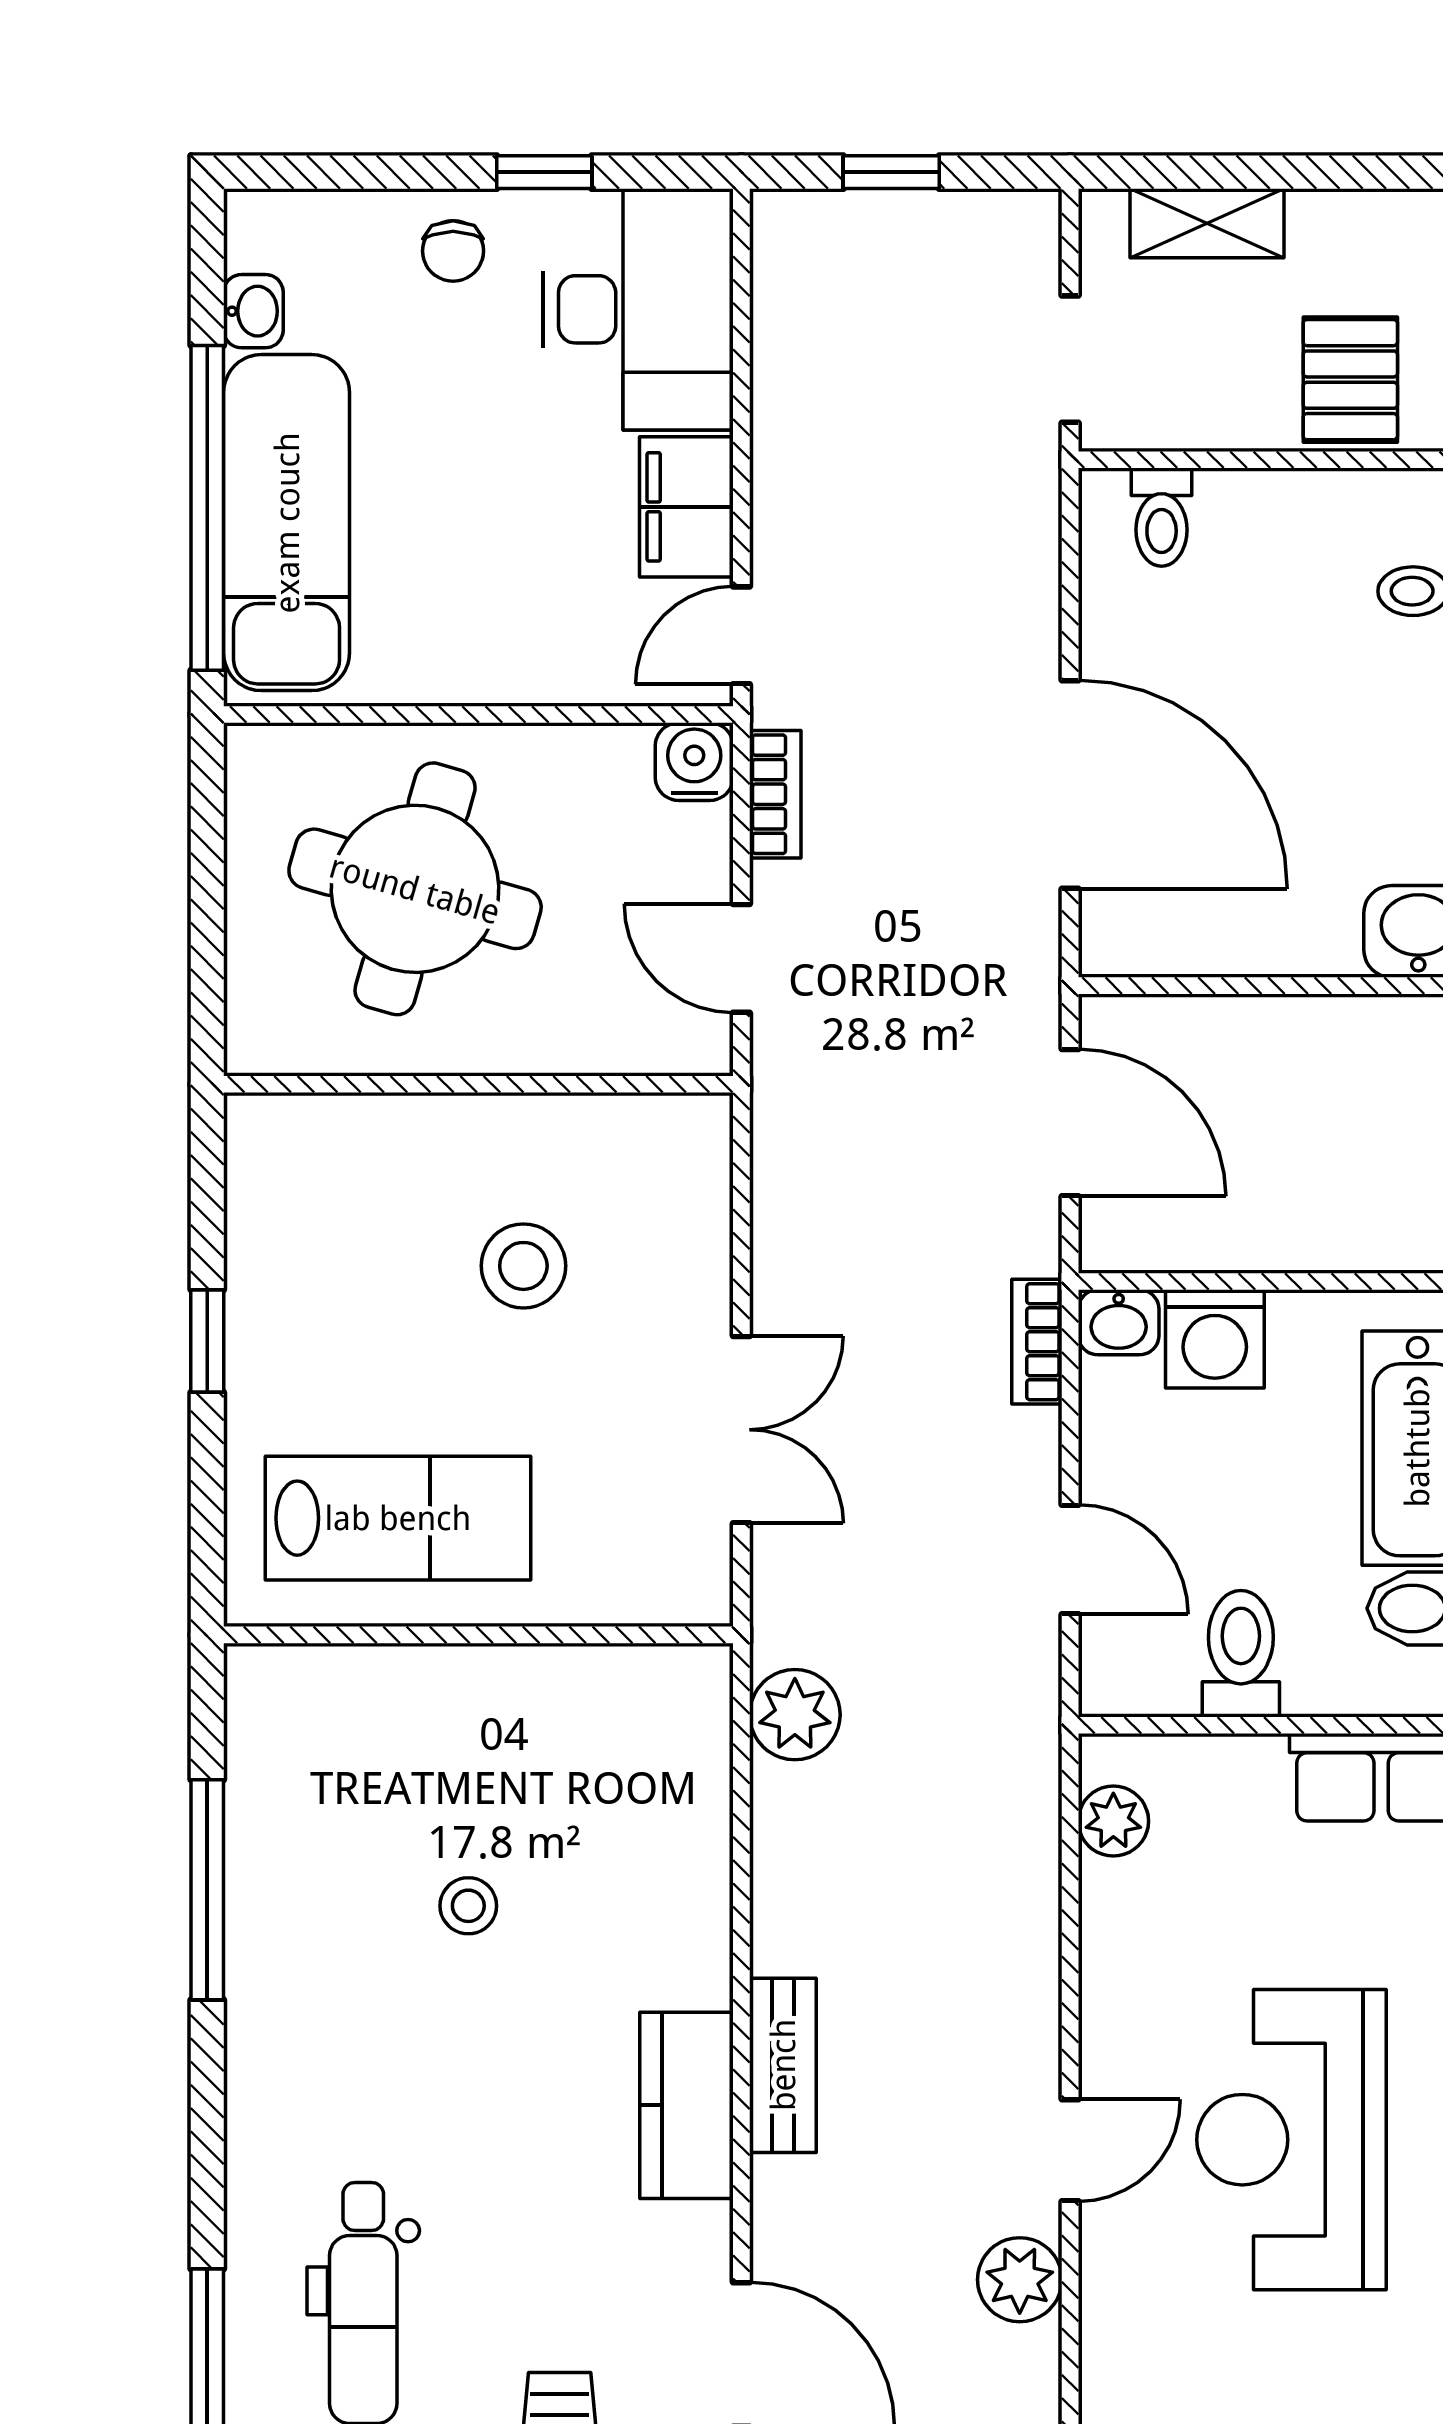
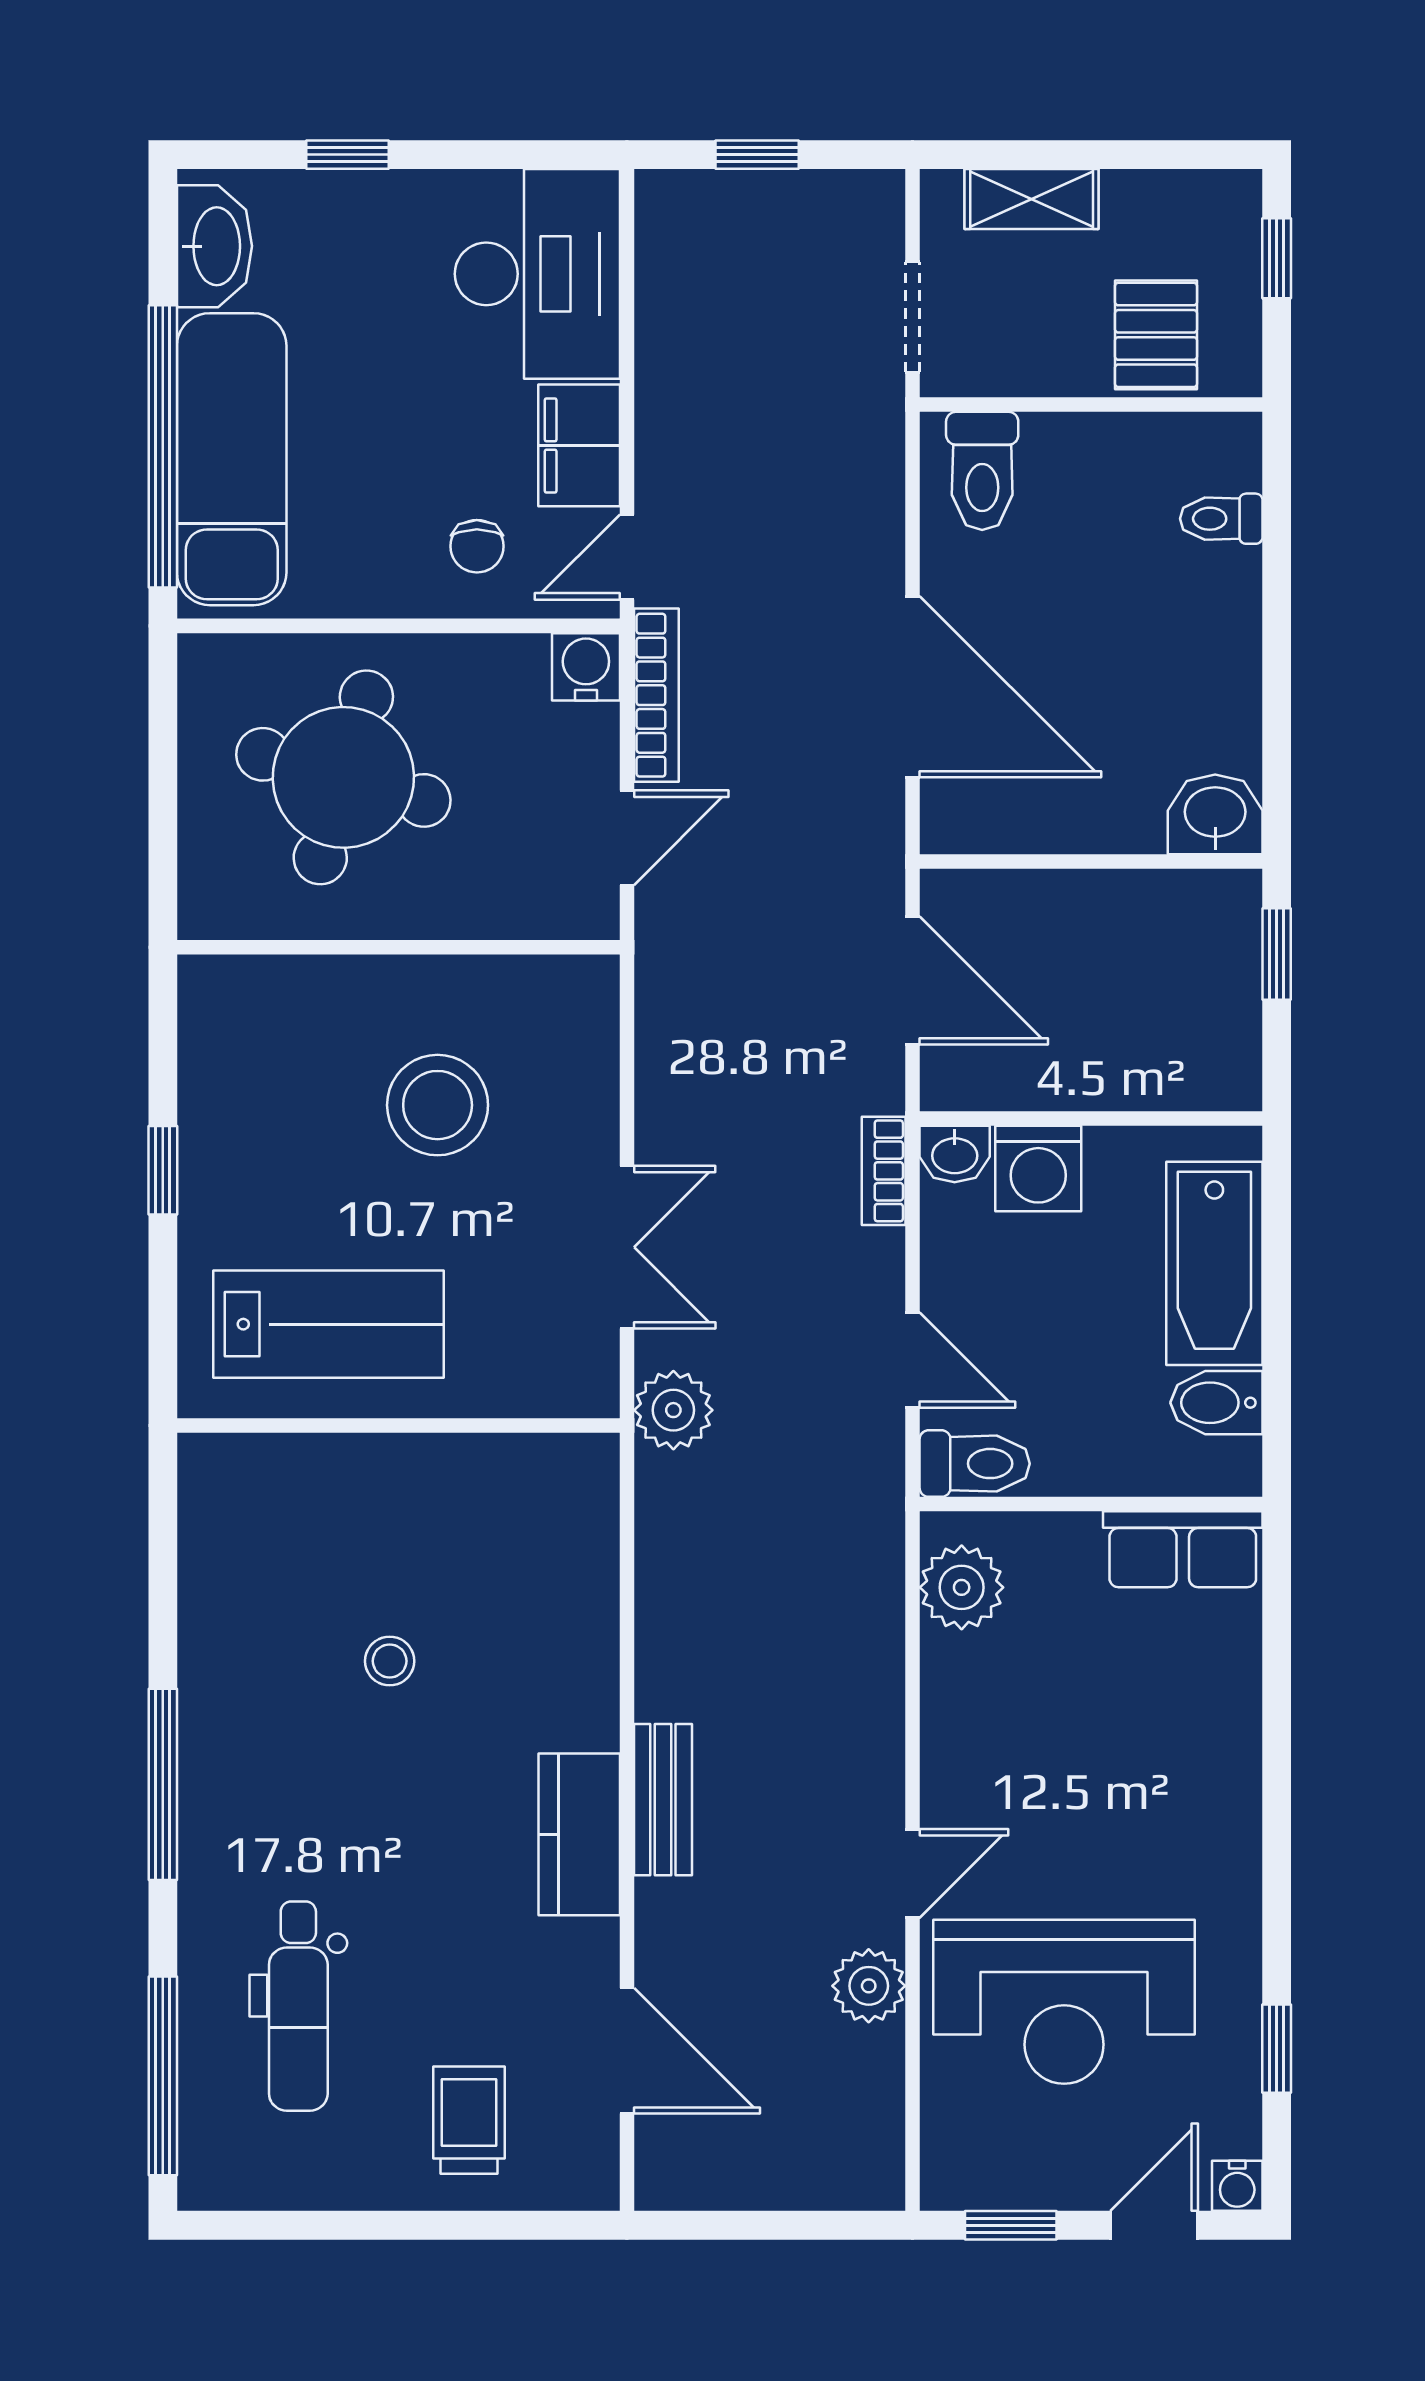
window: (544, 172) -> (347, 155), moved
chair: (453, 251) -> (477, 546), moved
washbasin: (253, 311) -> (214, 246), width x1.91, depth x1.45
toilet: (1162, 517) -> (982, 471), width x1.37, depth x1.39
bookcase: (775, 794) -> (656, 695), width x1.56
door: (741, 958) -> (627, 838), swing flipped
stool: (523, 1266) -> (438, 1105), width x1.38, depth x1.38
toilet: (1241, 1654) -> (975, 1464), moved, turned 90
plant: (795, 1715) -> (673, 1410), moved
plant: (1113, 1821) -> (962, 1587), width x1.38, depth x1.38
window: (207, 1890) -> (163, 1784), moved
reception desk: (1291, 2140) -> (1064, 2002), moved, turned -90

